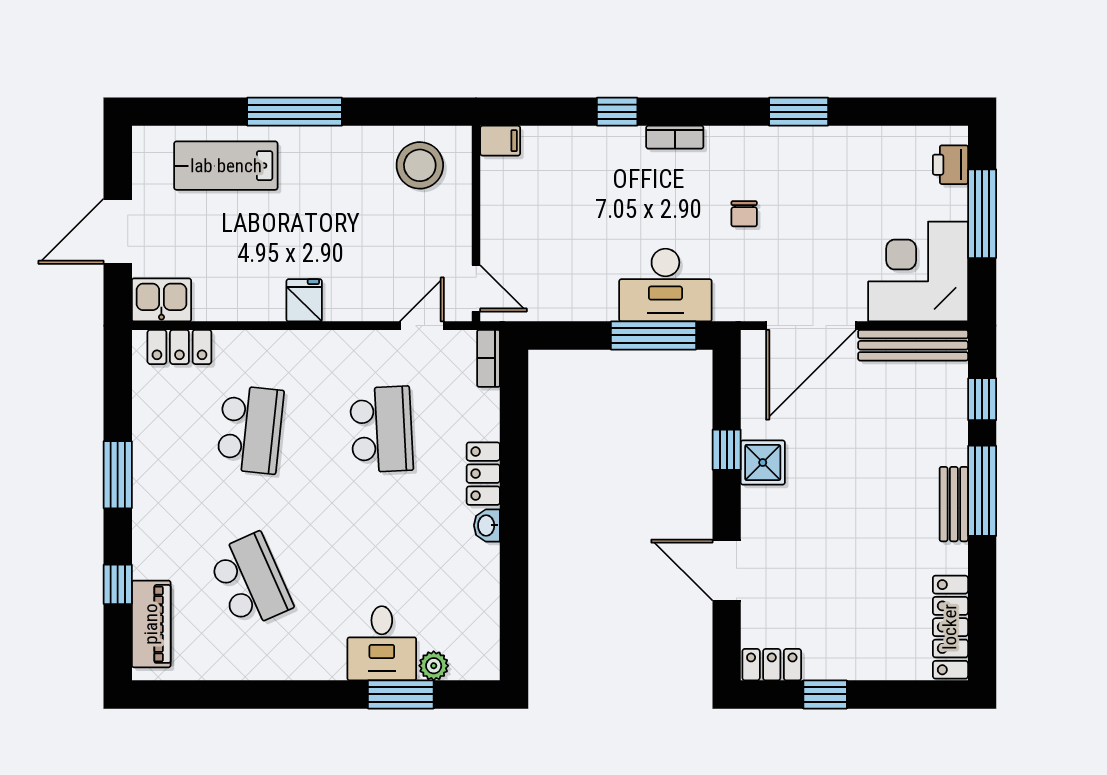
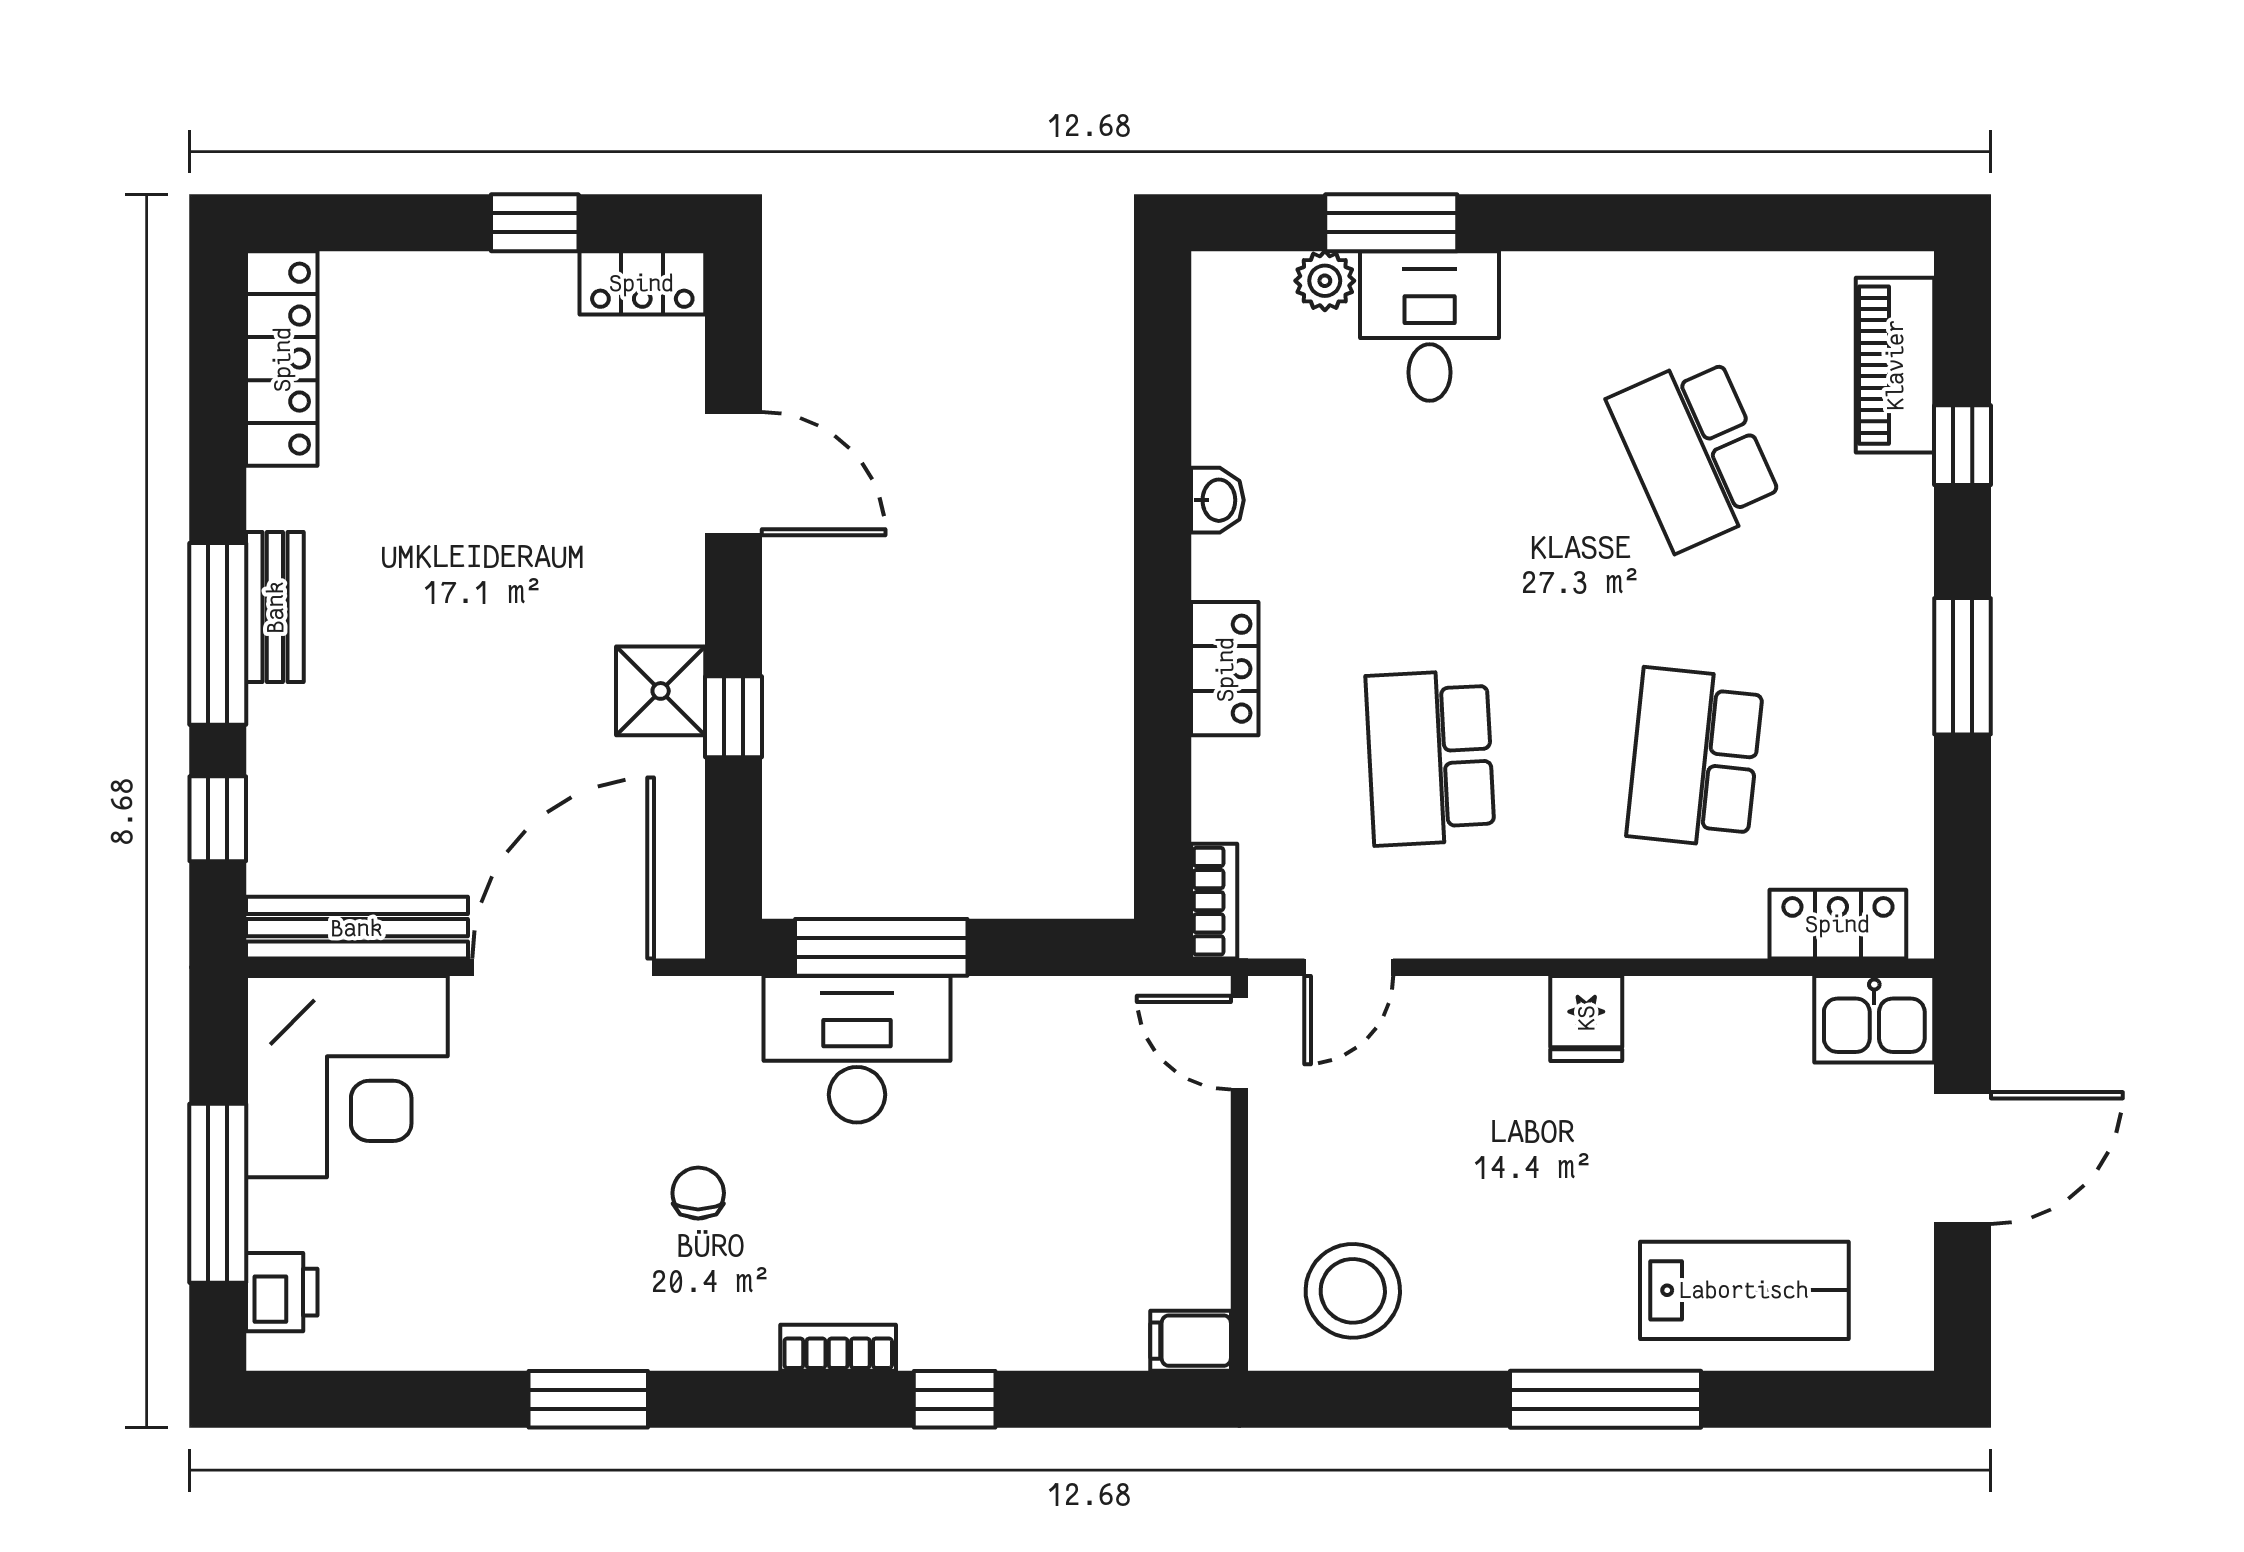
washbasin: (487, 525) -> (1217, 500), moved

